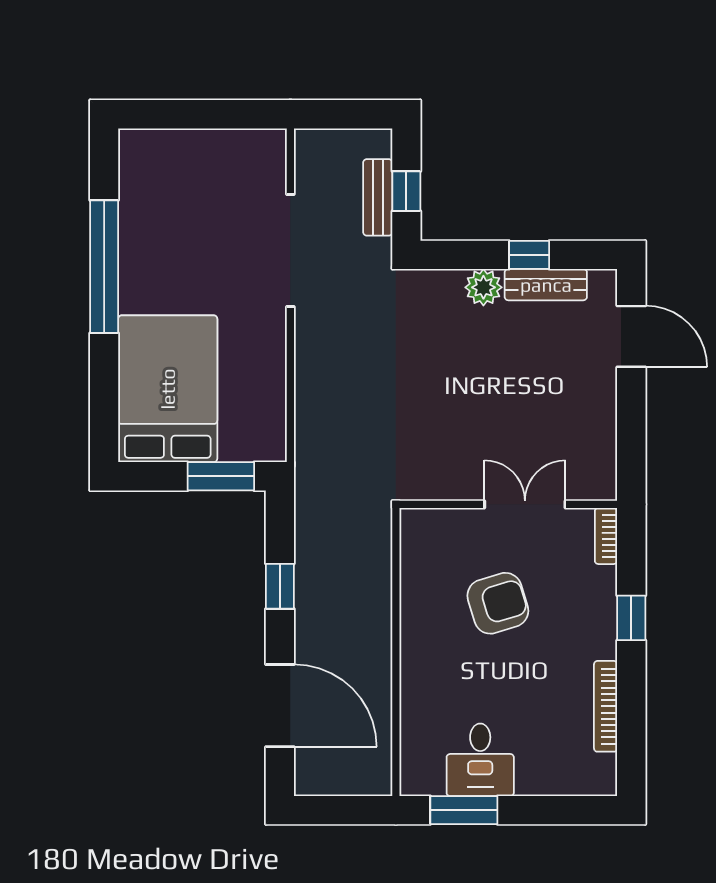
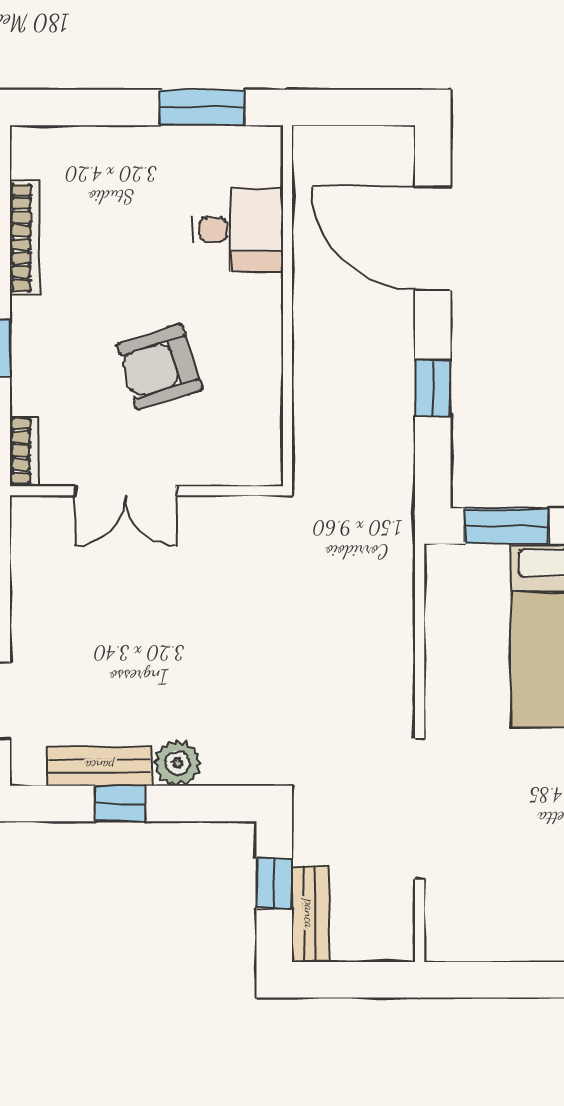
bench: (378, 197) -> (310, 914), moved
desk: (480, 760) -> (238, 229), moved, turned 90

